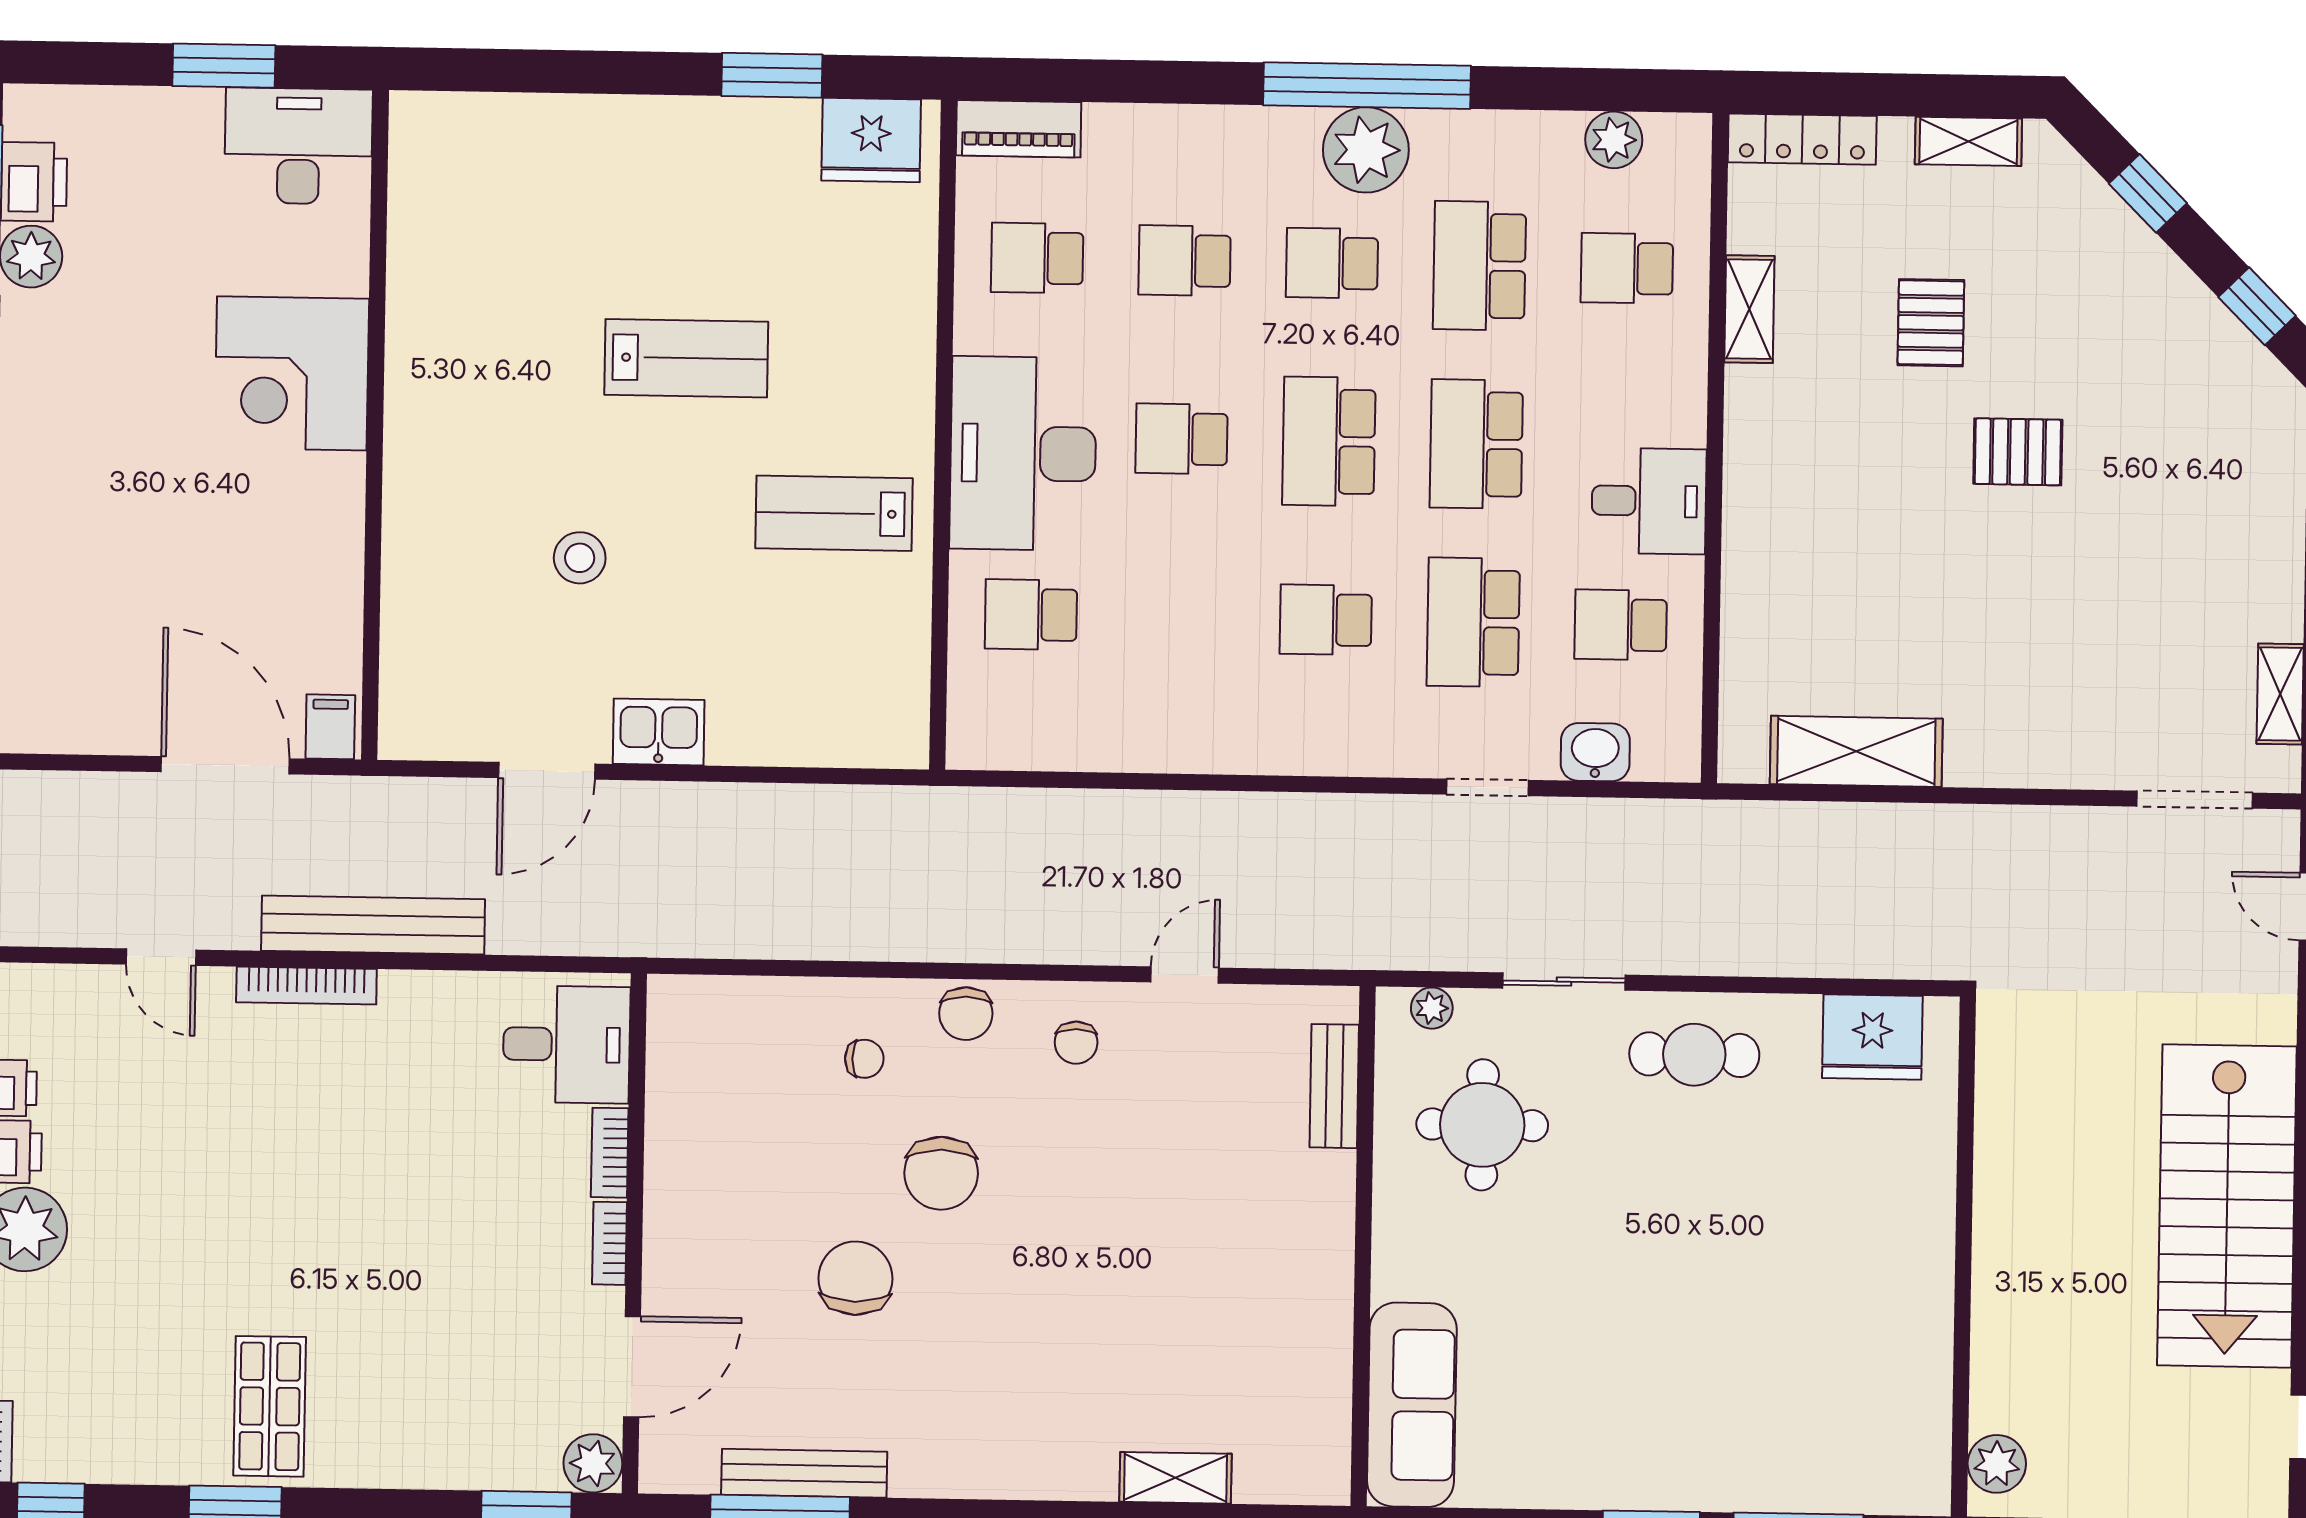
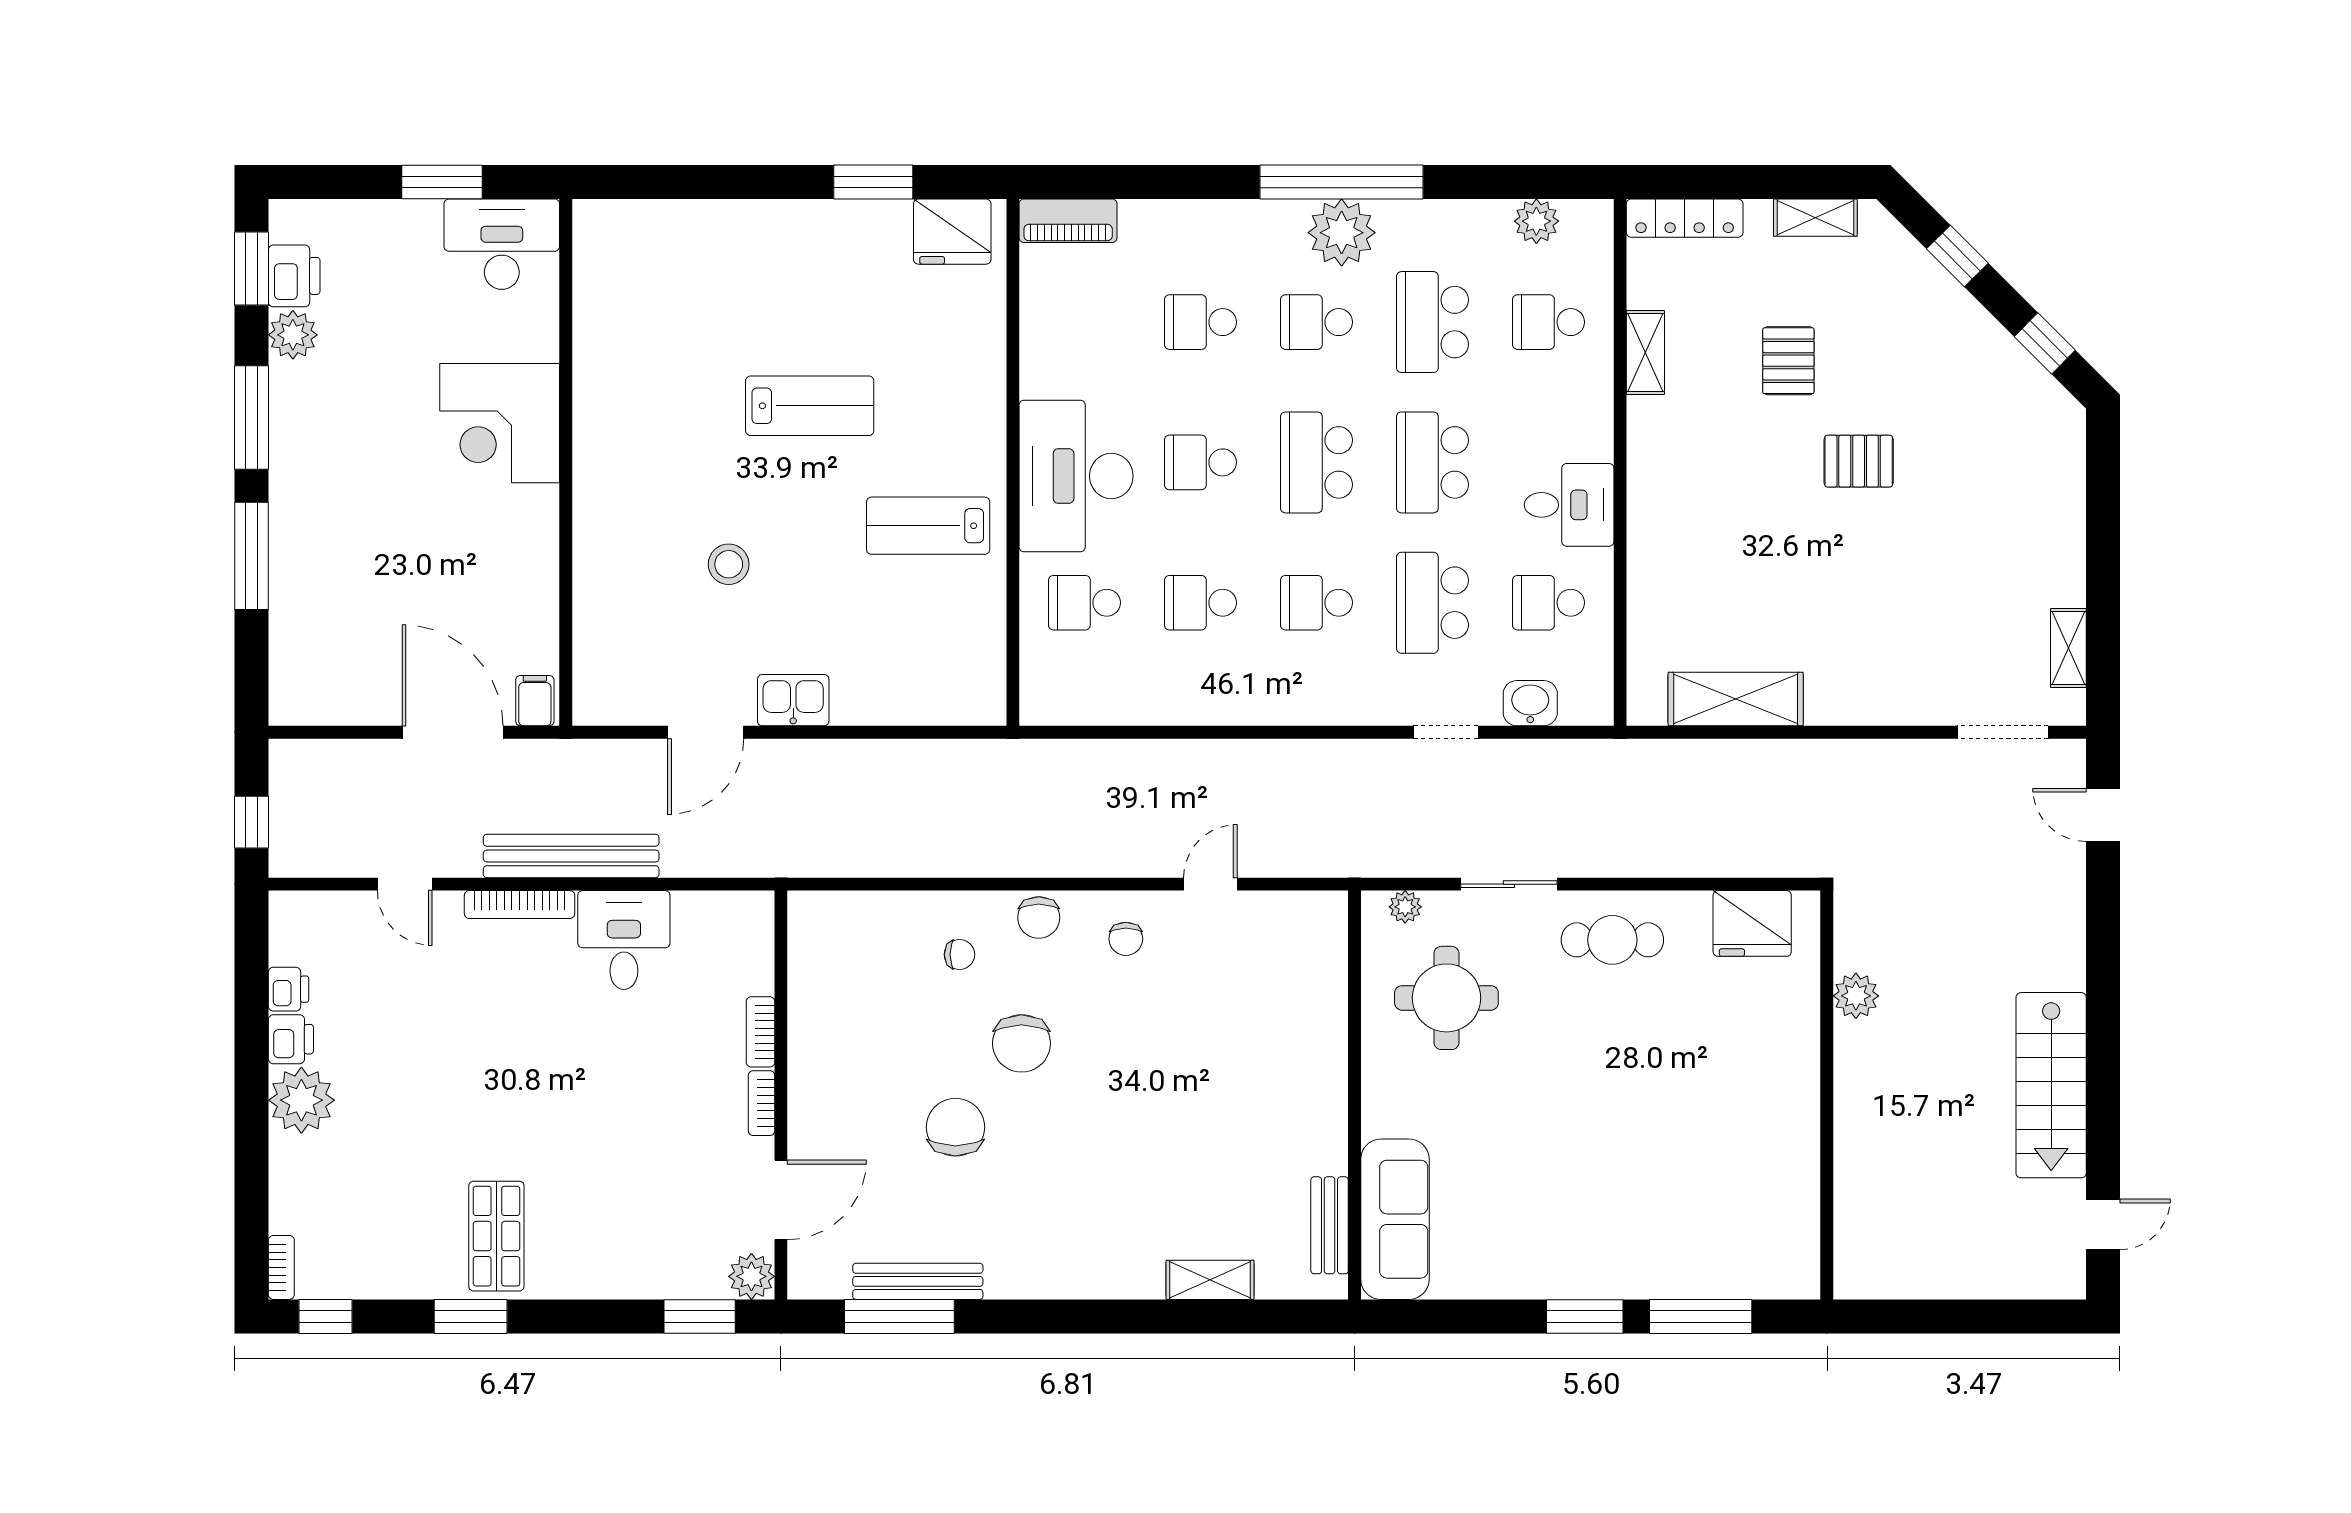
school desk: (1037, 258) -> (1200, 603), moved
desk: (567, 1044) -> (624, 940), moved, turned -90
bench: (1334, 1086) -> (1330, 1225), moved
stairs: (2227, 1206) -> (2051, 1085), width x0.73, depth x0.66
plant: (1997, 1464) -> (1856, 996), moved

